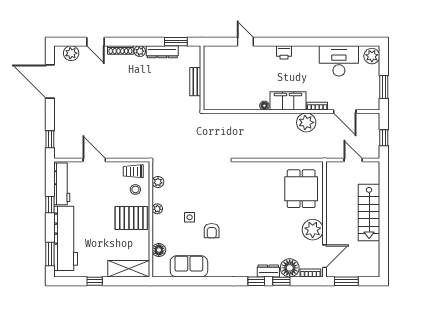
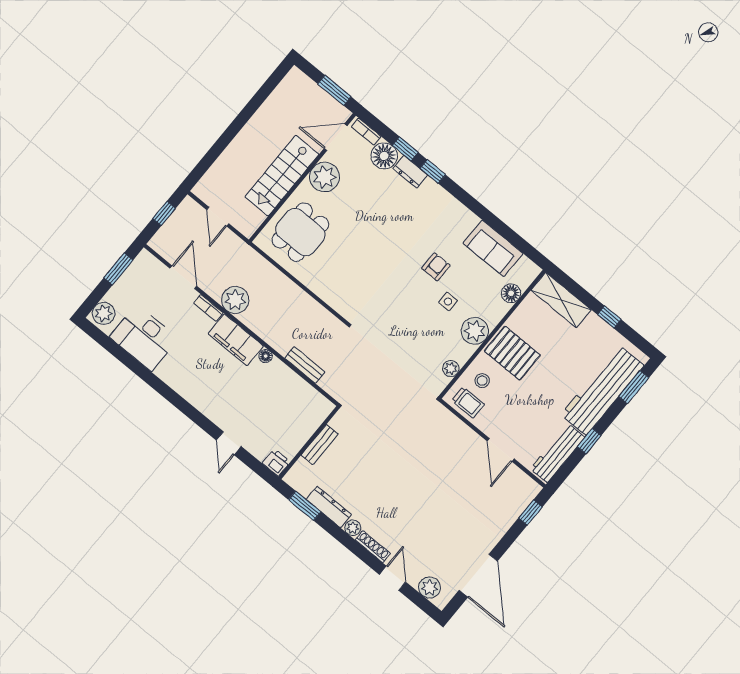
printer: (284, 52) -> (276, 462), moved
bench: (239, 118) -> (305, 365), added
plant: (157, 209) -> (475, 331), width x1.87, depth x1.87
stairs: (369, 213) -> (282, 176), moved, turned 180

